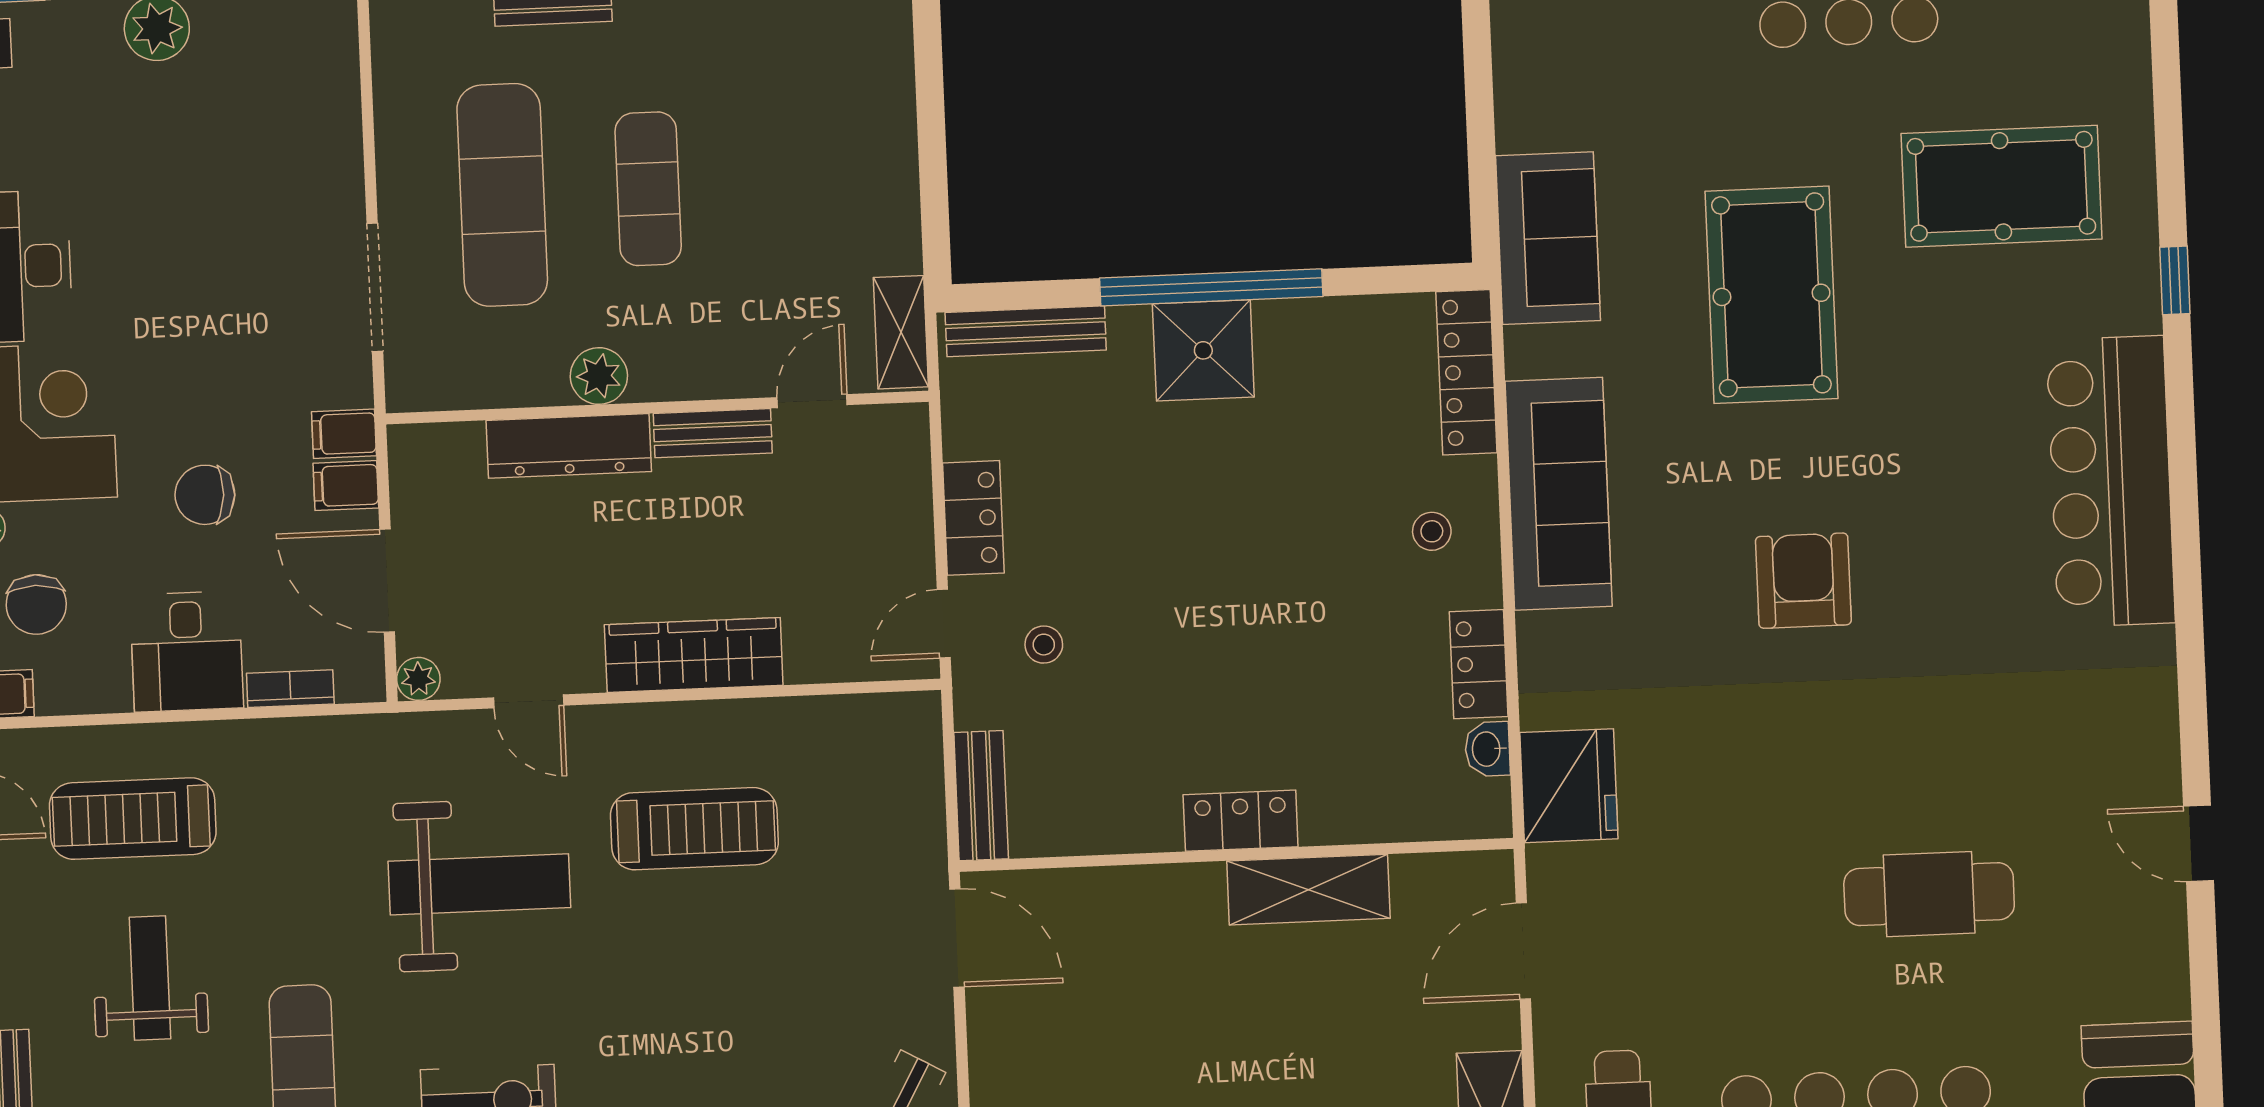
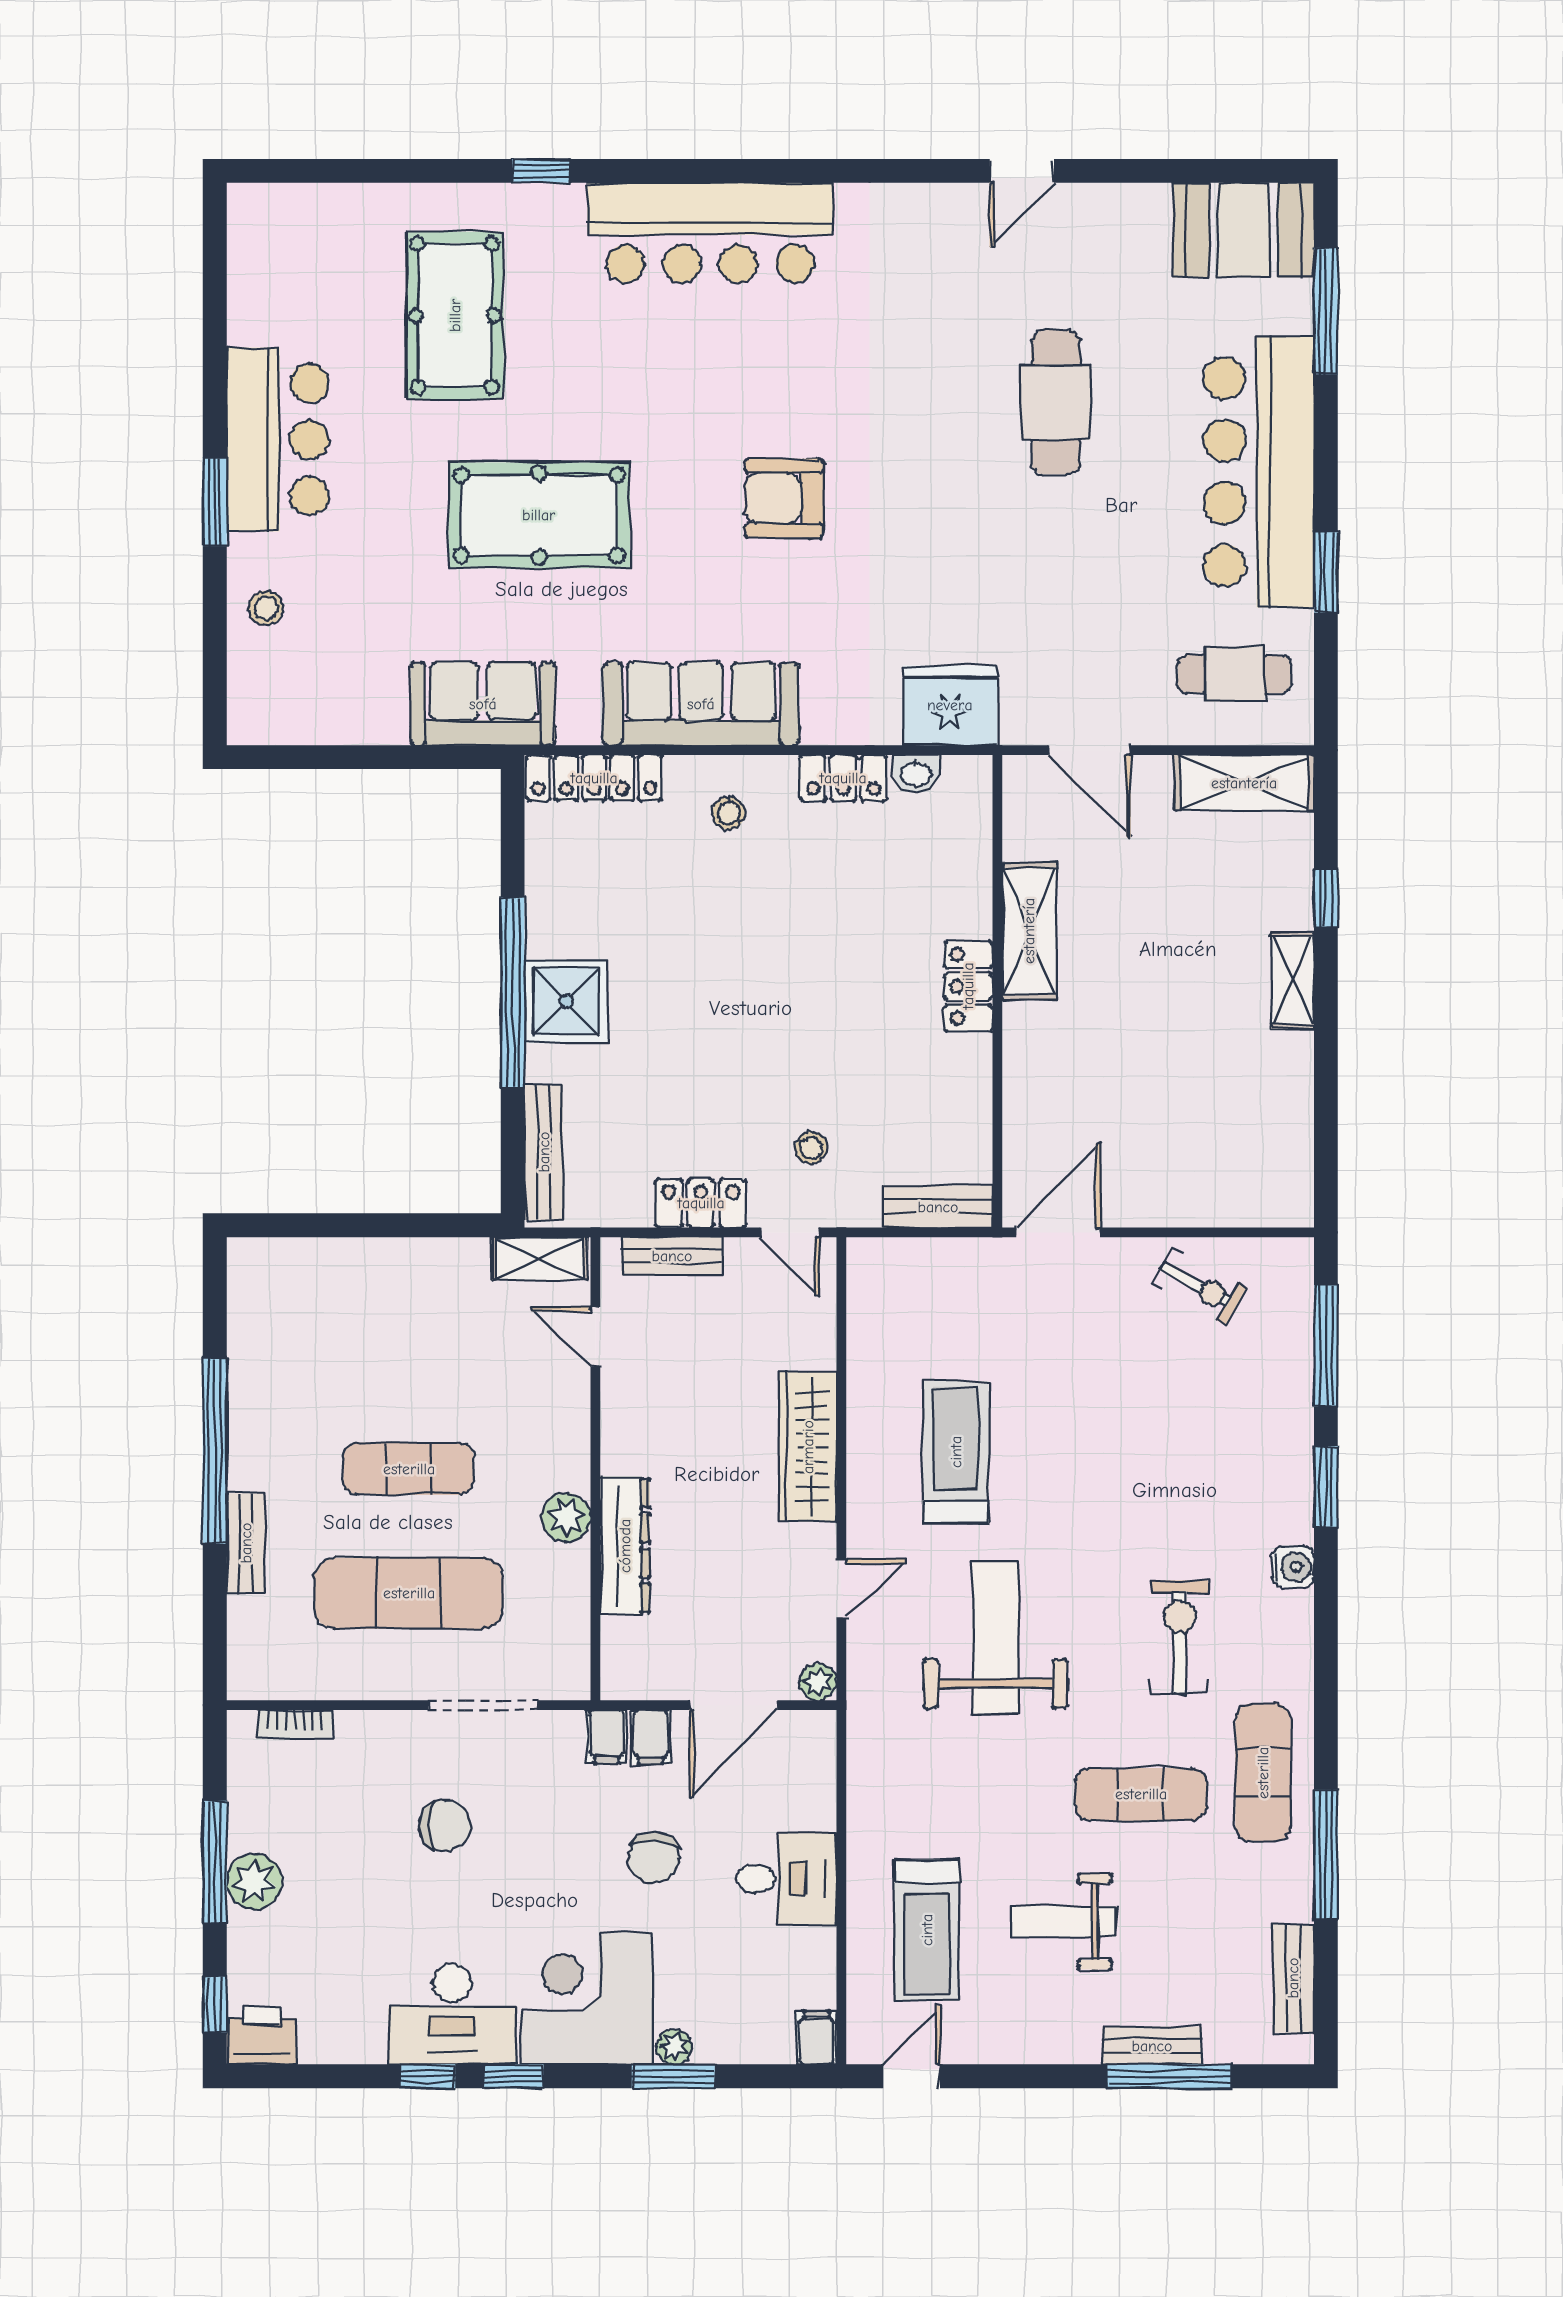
bench: (713, 433) -> (672, 1256), moved, turned 90
chair: (36, 604) -> (445, 1825), moved
bookcase: (290, 689) -> (295, 1725), moved, turned -90

